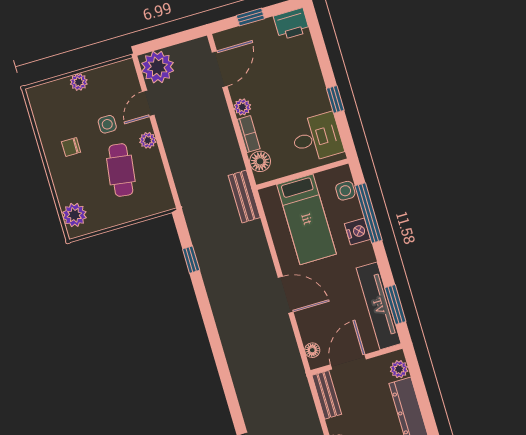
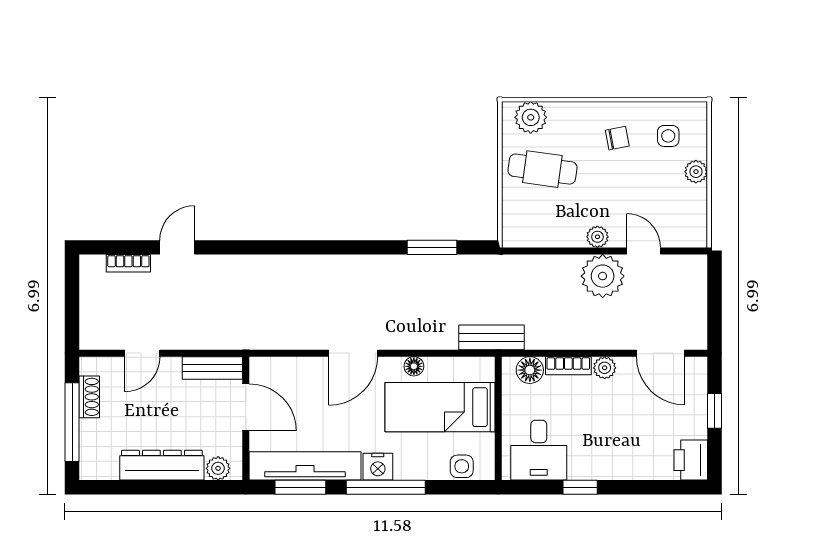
plant: (158, 67) -> (603, 276), moved
side table: (107, 124) -> (668, 136), moved
chair: (71, 147) -> (617, 138), turned 79
cafe table: (121, 170) -> (542, 169), moved
window: (369, 213) -> (386, 487), moved
nightstand: (357, 231) -> (378, 467), moved
window: (191, 260) -> (432, 247), width x1.50
floor lamp: (312, 350) -> (414, 366), moved

